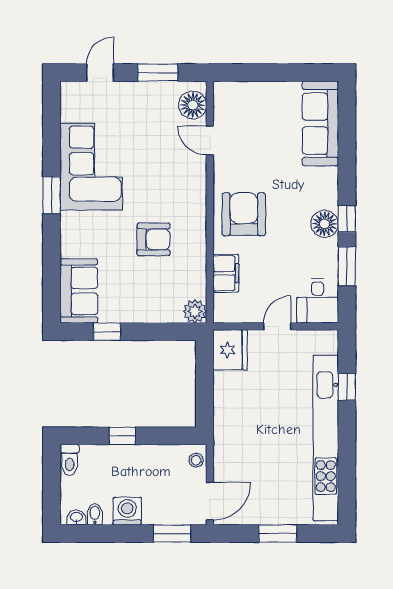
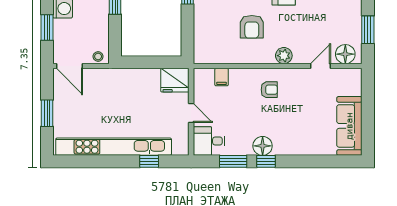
sofa: (320, 124) -> (349, 126), moved, turned -90
armchair: (244, 214) -> (269, 90), width x0.53, depth x0.53
filing cabinet: (226, 273) -> (222, 77), width x0.50
plant: (195, 311) -> (284, 56), moved
window: (172, 533) -> (47, 27), moved

